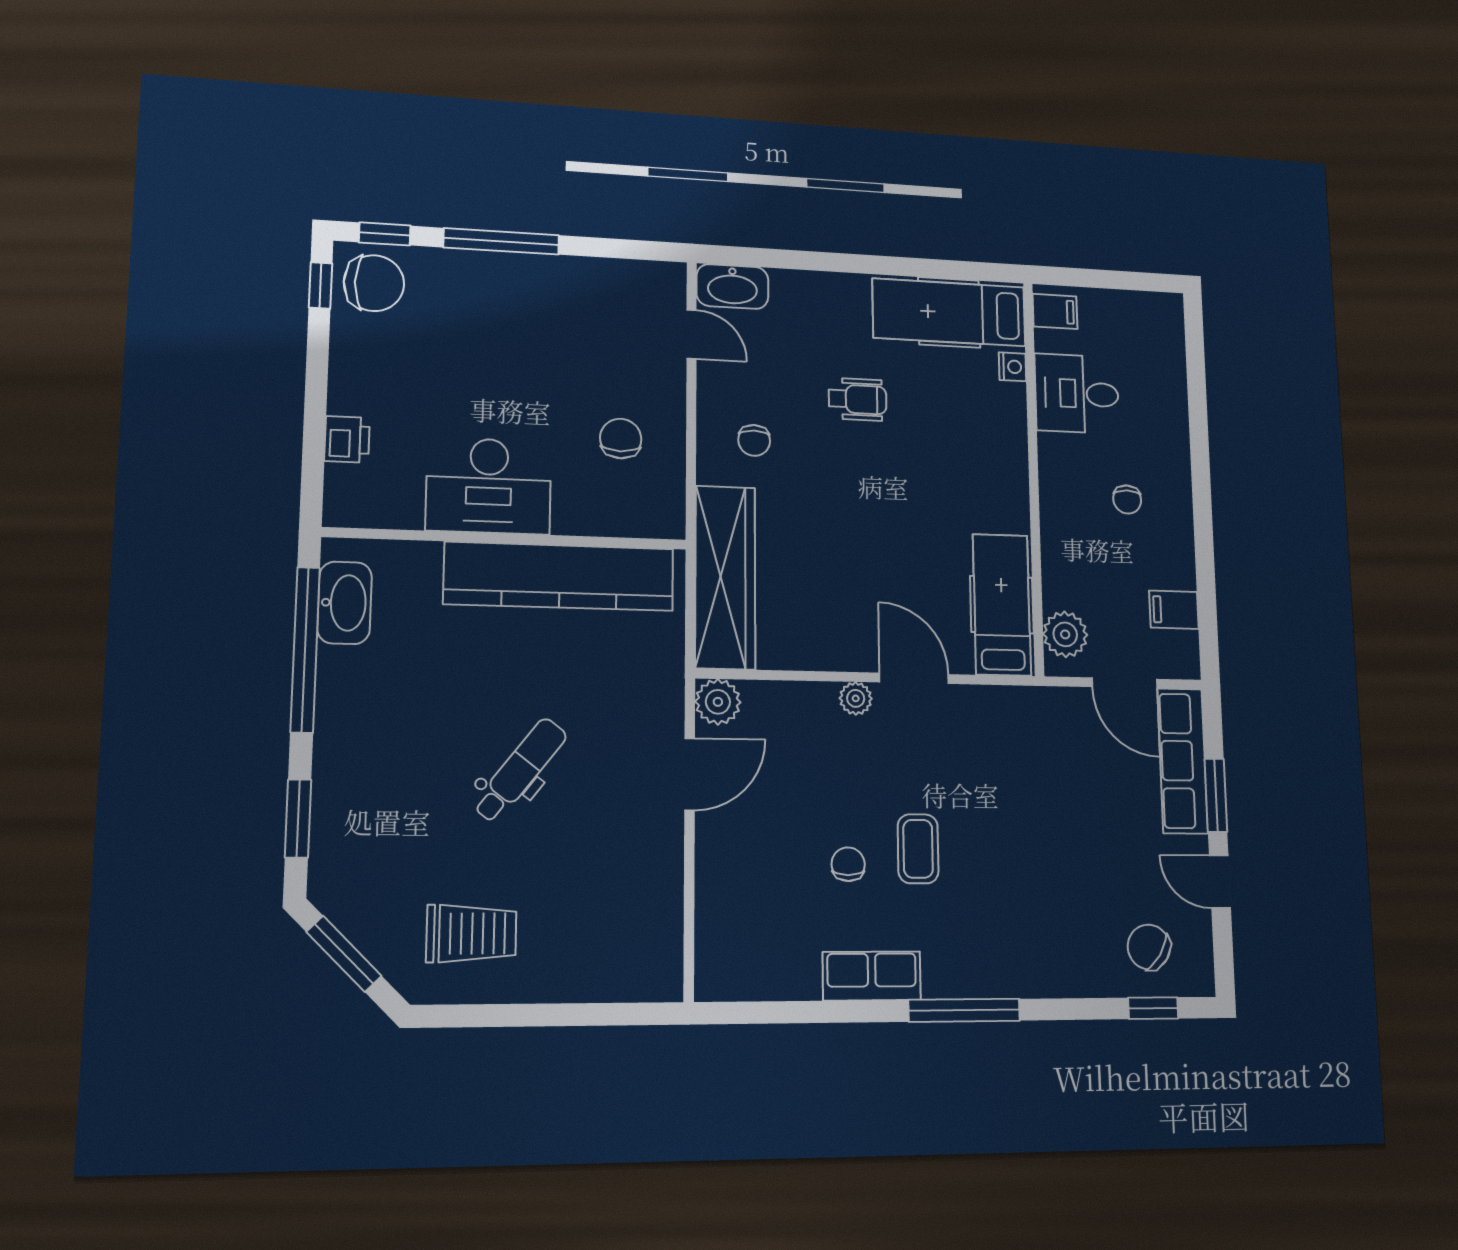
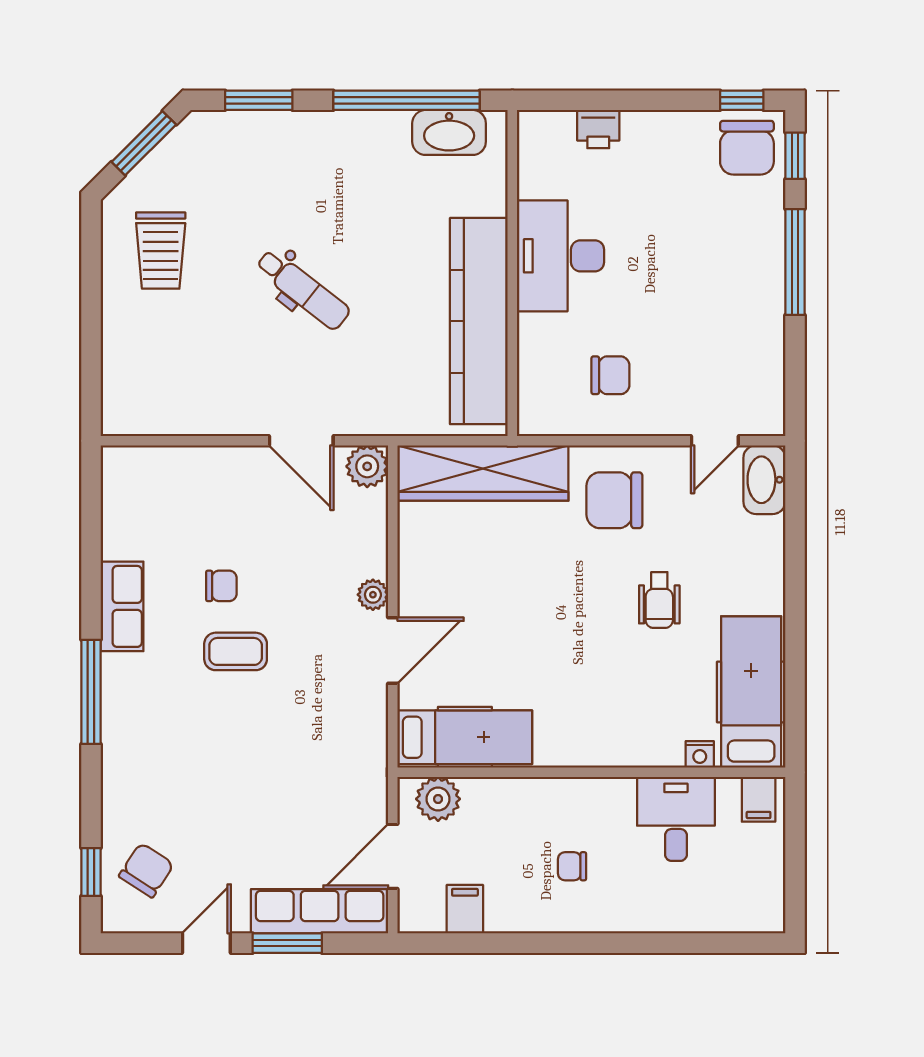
chair: (754, 440) -> (614, 500), width x1.87, depth x1.87

